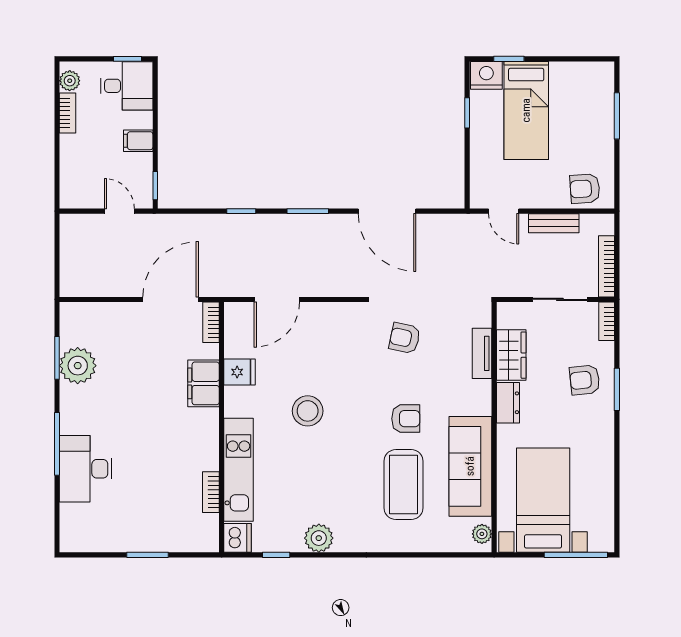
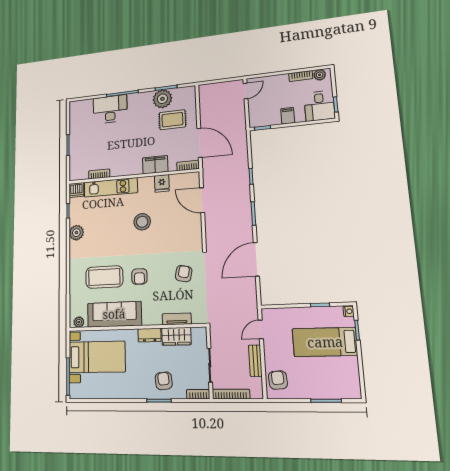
nightstand: (486, 75) -> (349, 311), width x0.53, depth x0.56
door: (119, 211) -> (246, 91), moved
rug: (121, 348) -> (172, 120), added

